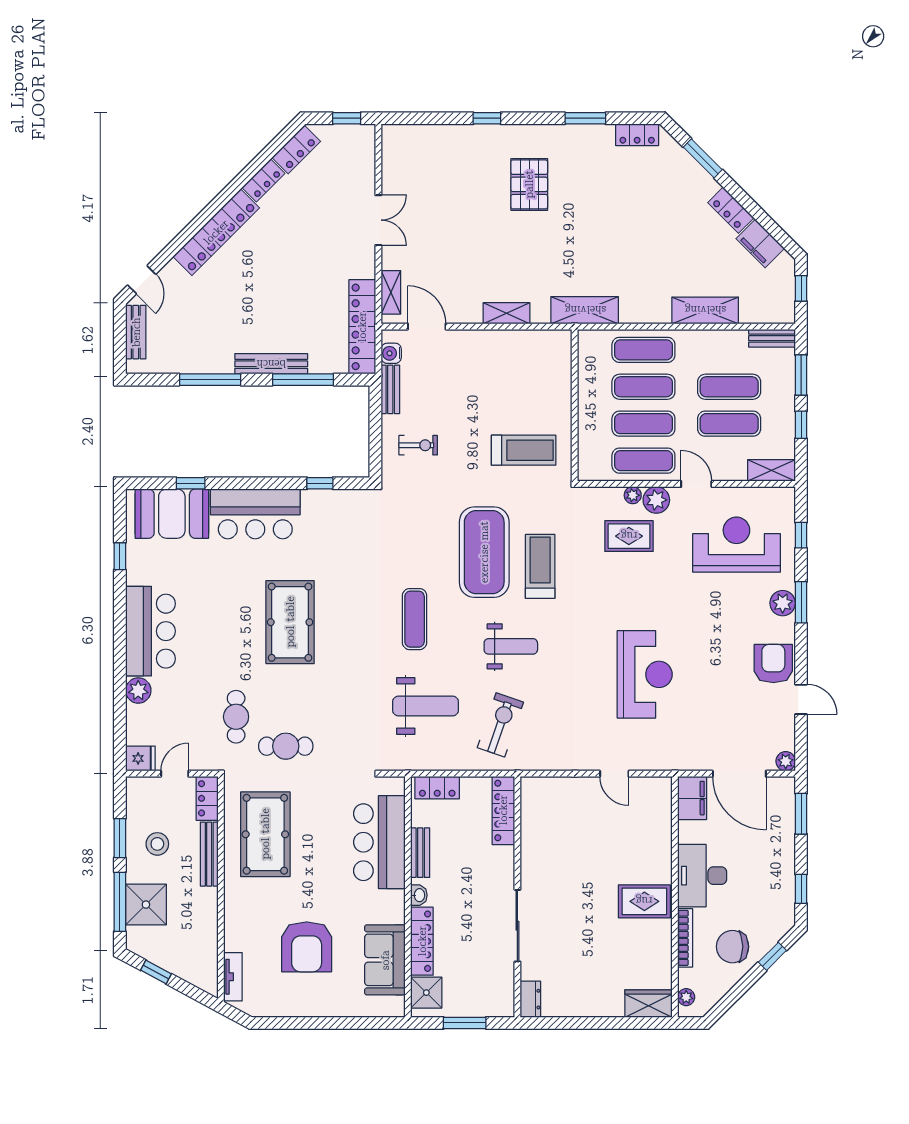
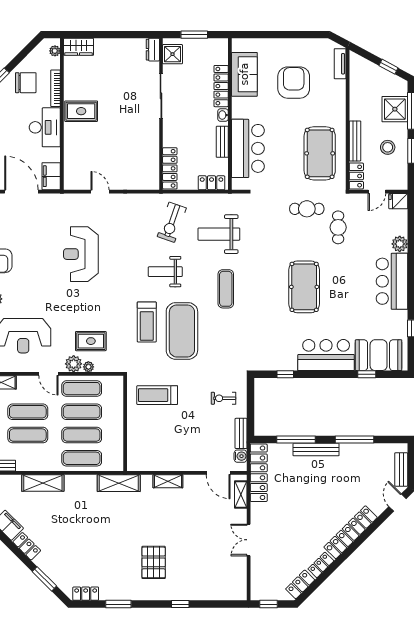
shower: (426, 993) -> (172, 54), moved

